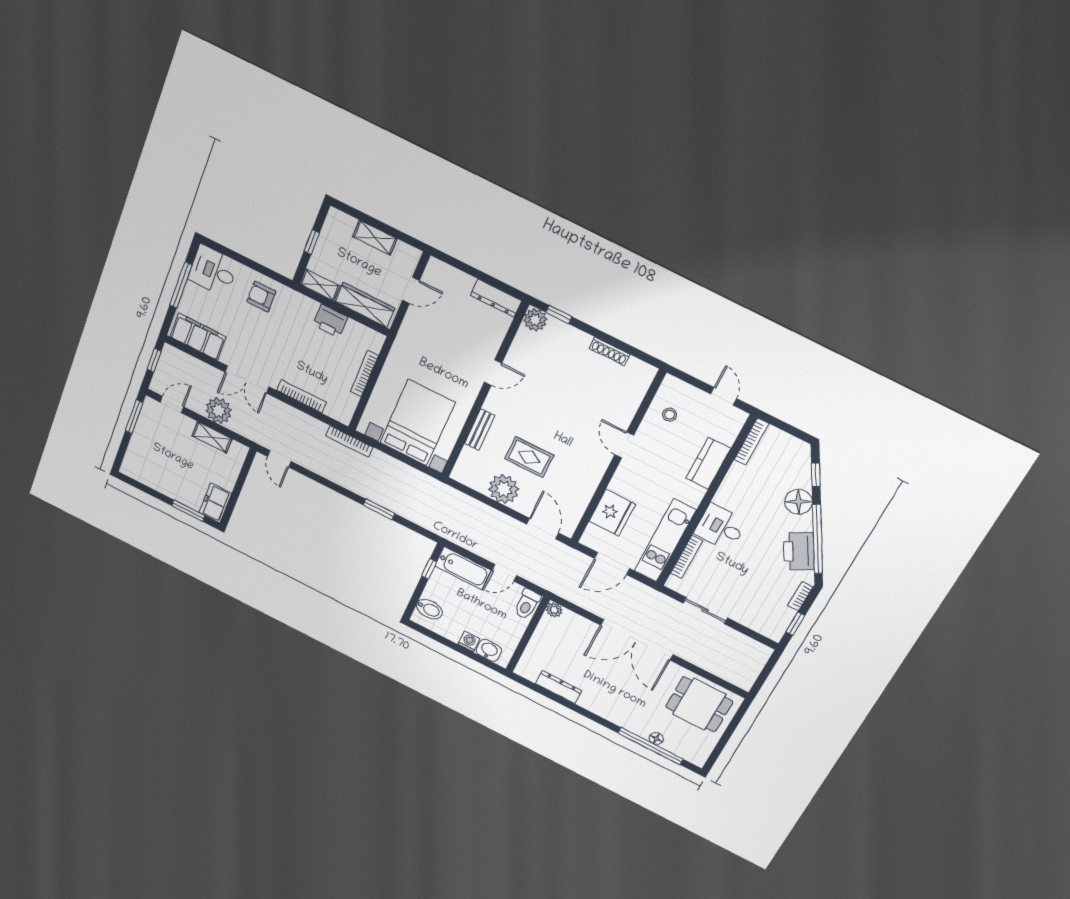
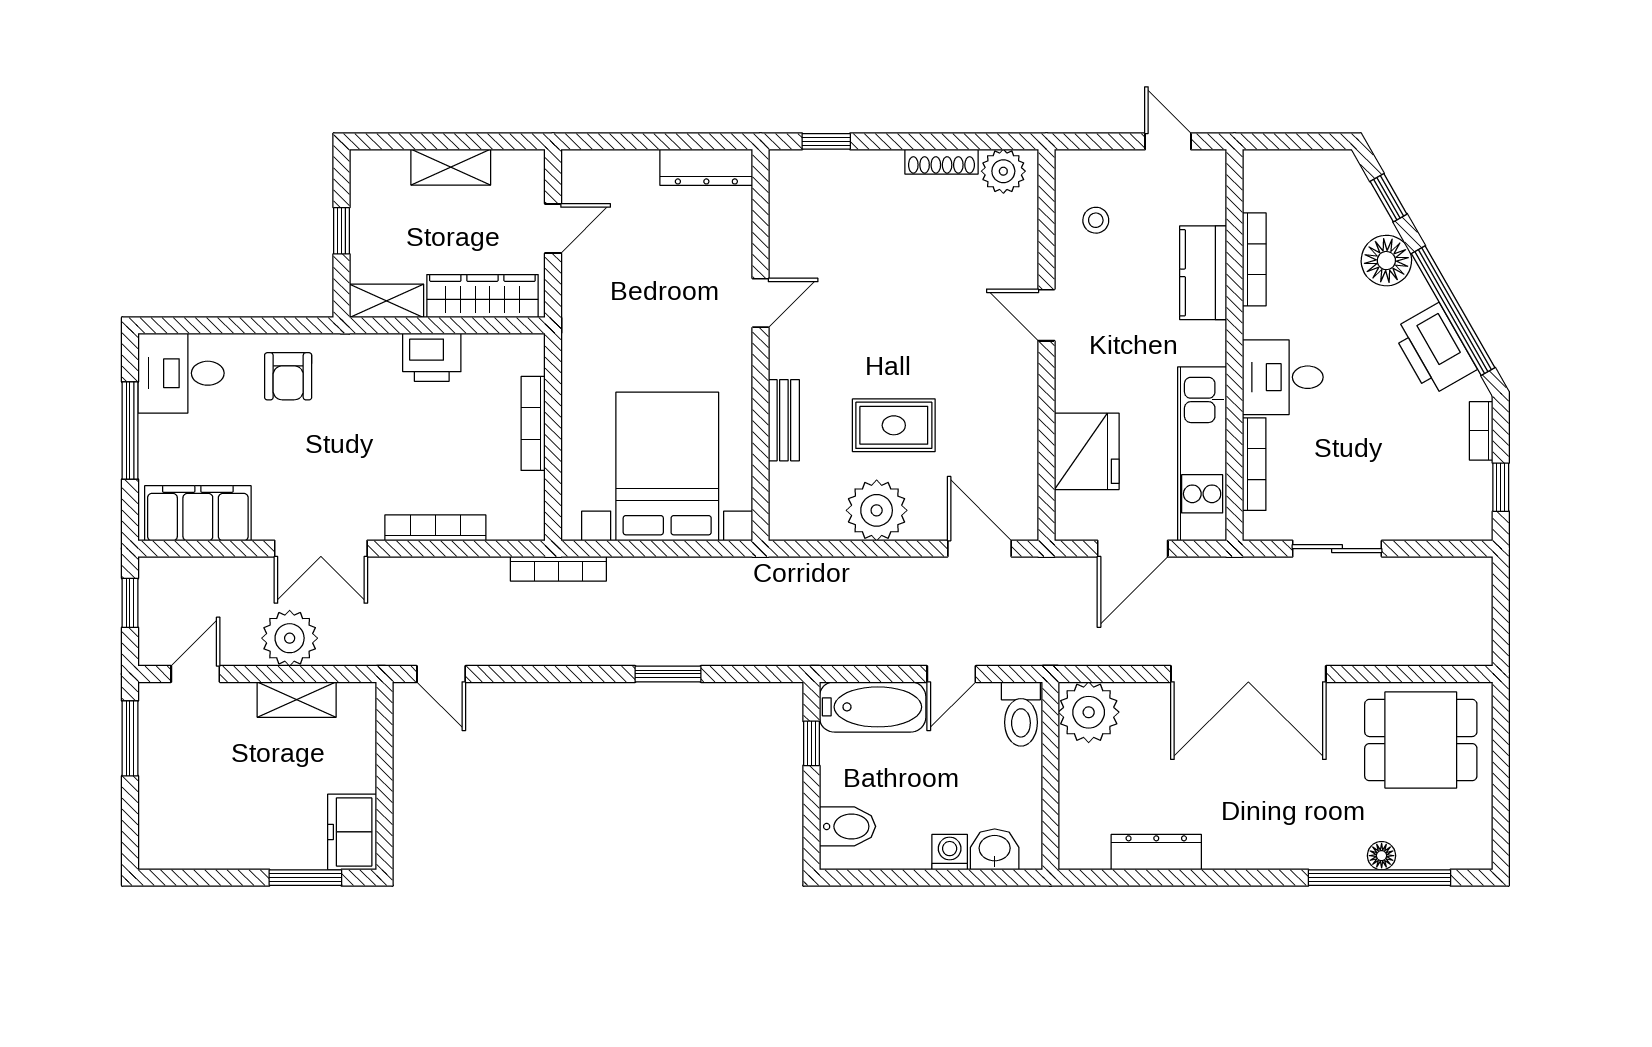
armchair: (261, 297) -> (288, 376), turned -90
plant: (535, 320) -> (1003, 171), moved
bookcase: (752, 442) -> (1254, 259), moved
plant: (554, 610) -> (1089, 712), width x1.87, depth x1.87

